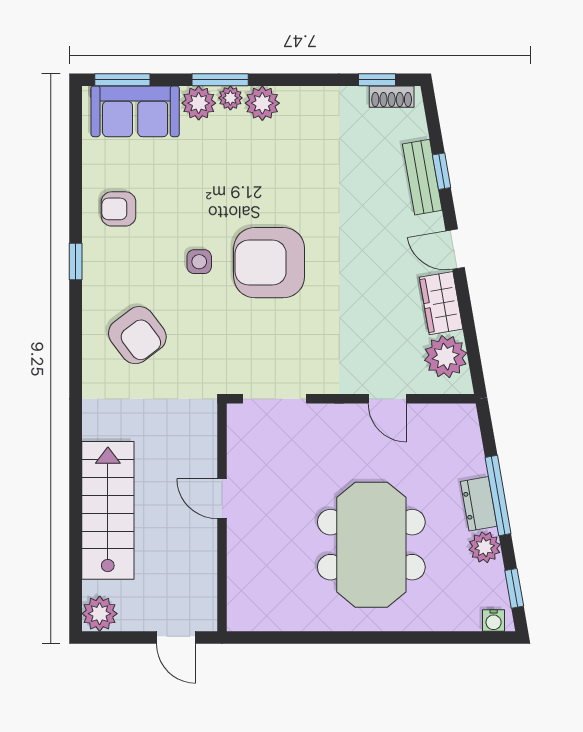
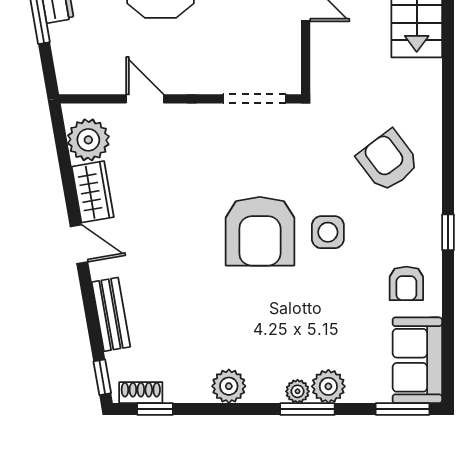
plant: (262, 103) -> (229, 386), moved
sofa: (135, 111) -> (417, 360), moved, turned -90
window: (442, 171) -> (102, 377), moved
armchair: (118, 209) -> (406, 283), turned 90
side table: (199, 262) -> (328, 232), width x1.37, depth x1.37
armchair: (269, 263) -> (260, 231), turned 90

